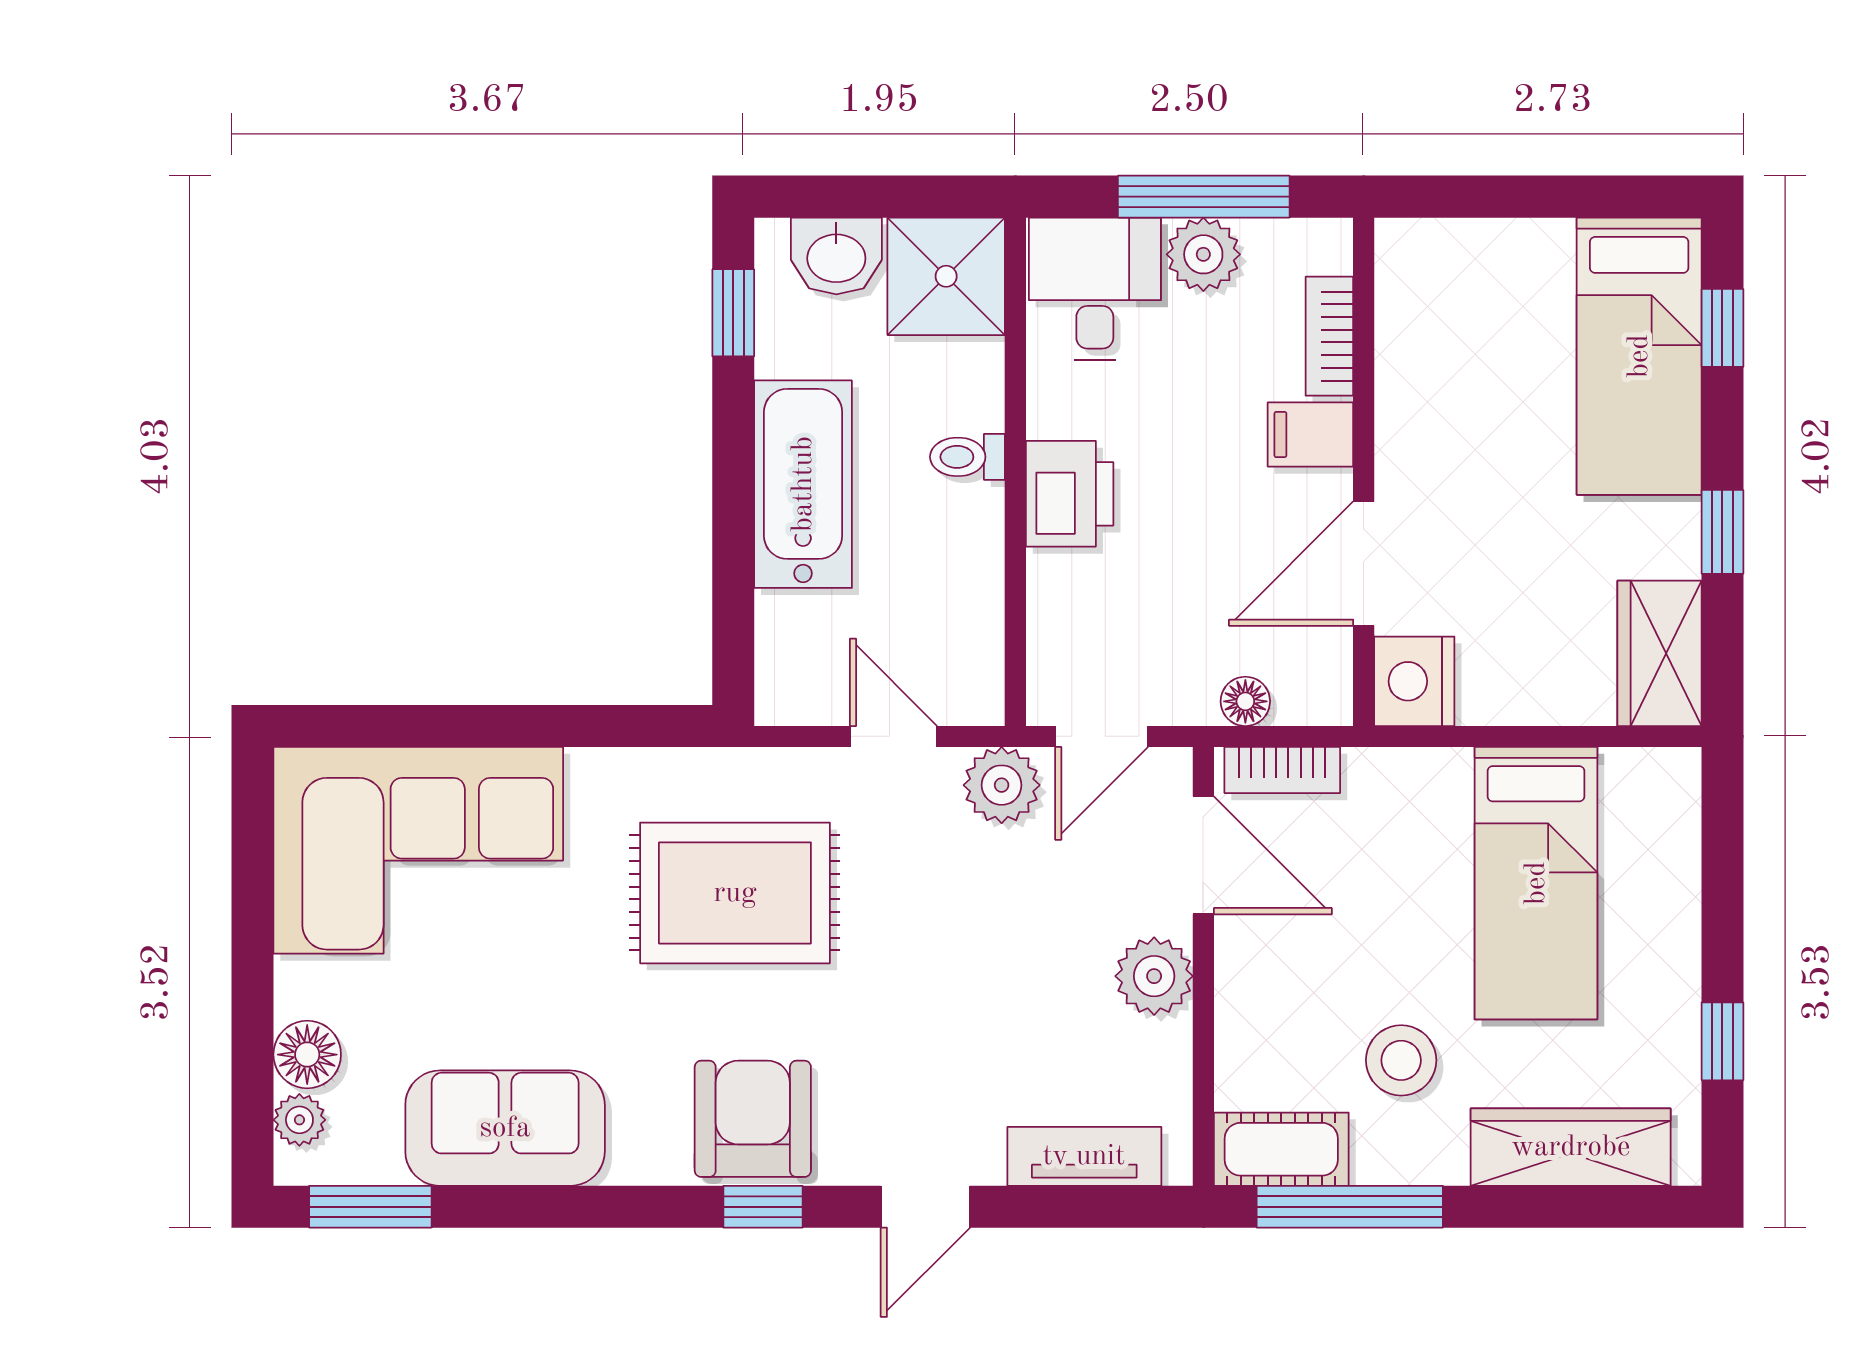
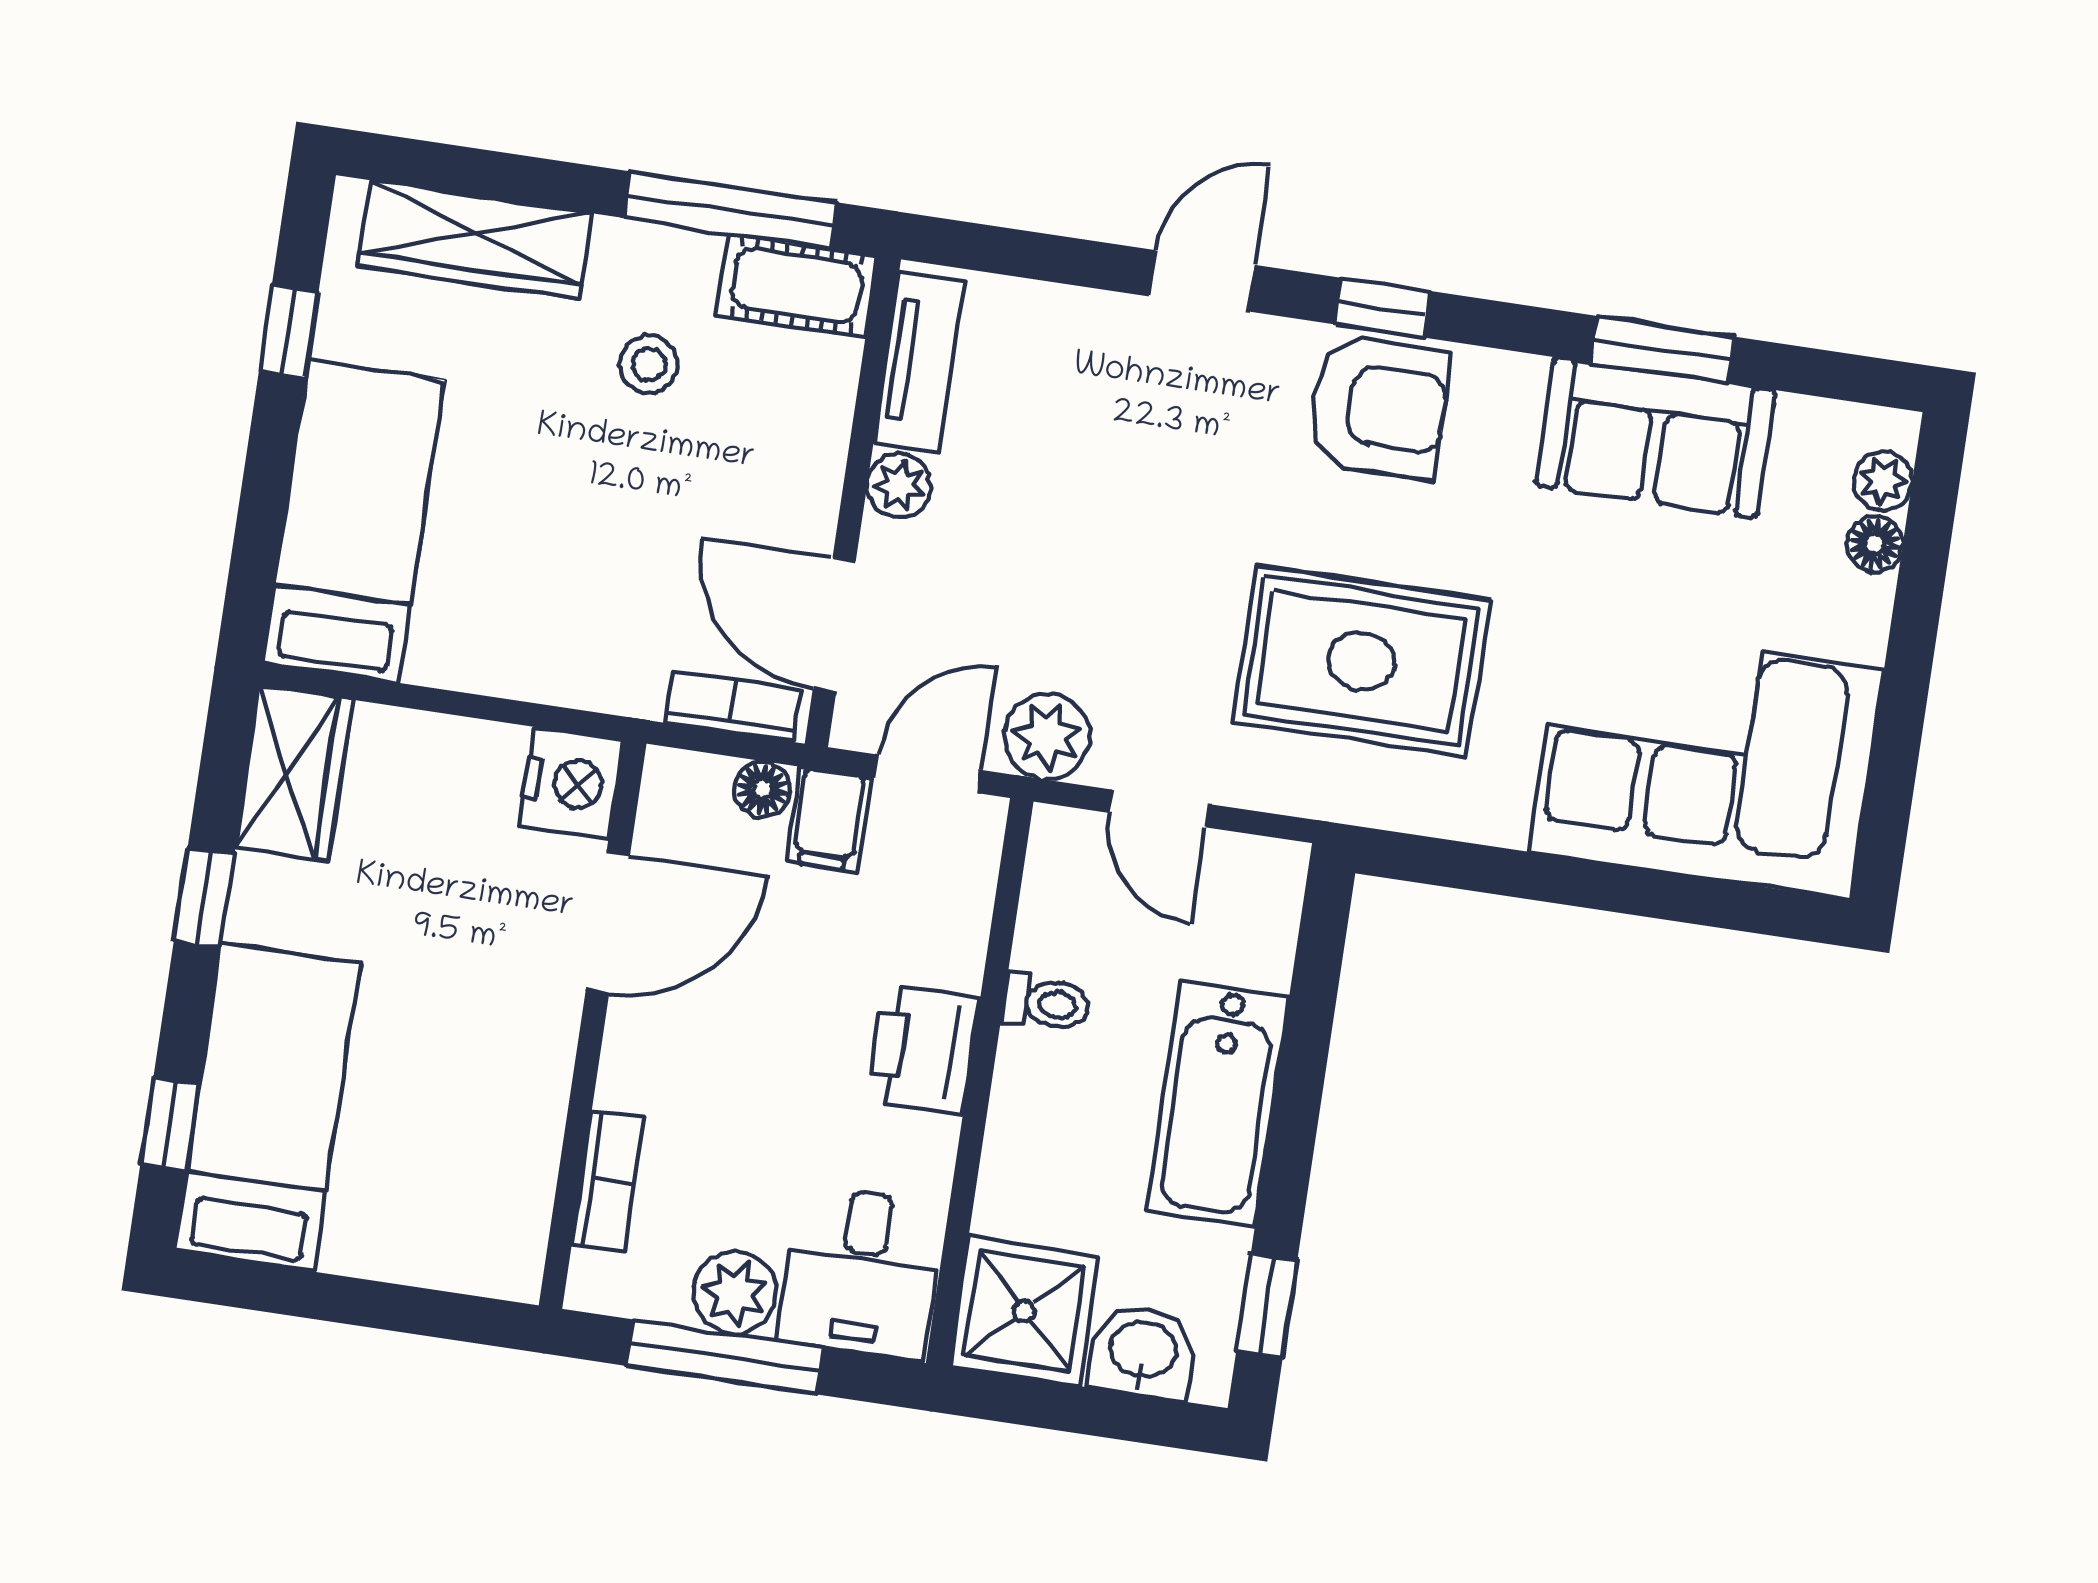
filing cabinet: (1310, 435) -> (828, 820), moved, turned 90
toilet: (967, 457) -> (1046, 1003), moved
bed: (1536, 883) -> (354, 521), moved
plant: (1154, 976) -> (899, 485), width x0.73, depth x0.73
floor lamp: (307, 1055) -> (1875, 544), width x0.73, depth x0.73
stool: (1401, 1060) -> (649, 364), width x0.73, depth x0.73
armchair: (753, 1119) -> (1379, 407), turned -90
tv unit: (1084, 1156) -> (919, 362), moved, turned -90
window: (370, 1207) -> (1663, 350), moved

